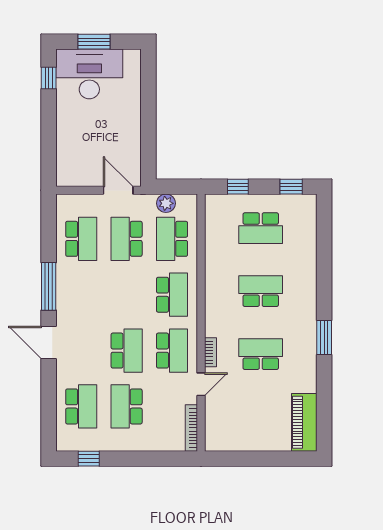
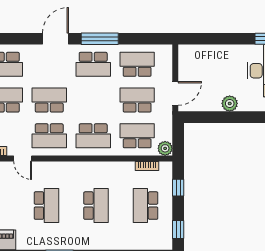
plant: (131, 121) -> (230, 103), added
plant: (166, 203) -> (165, 148), moved
school desk: (81, 239) -> (137, 64), turned 180
school desk: (81, 295) -> (93, 64), added
school desk: (127, 351) -> (49, 100), turned 180
bookcase: (210, 352) -> (147, 166), moved

